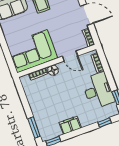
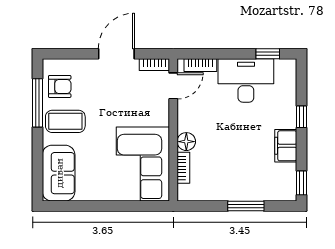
door: (70, 56) -> (173, 86), moved
window: (105, 123) -> (301, 117), moved
window: (34, 127) -> (246, 206), moved

